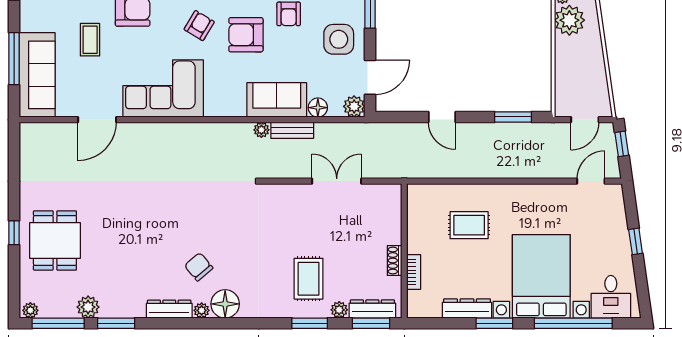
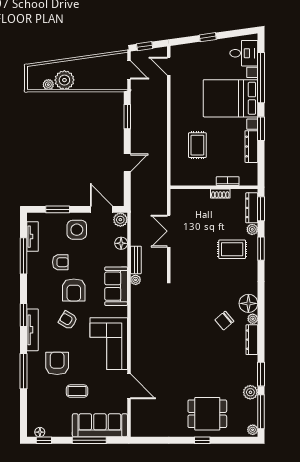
sofa: (277, 100) -> (116, 286), moved

